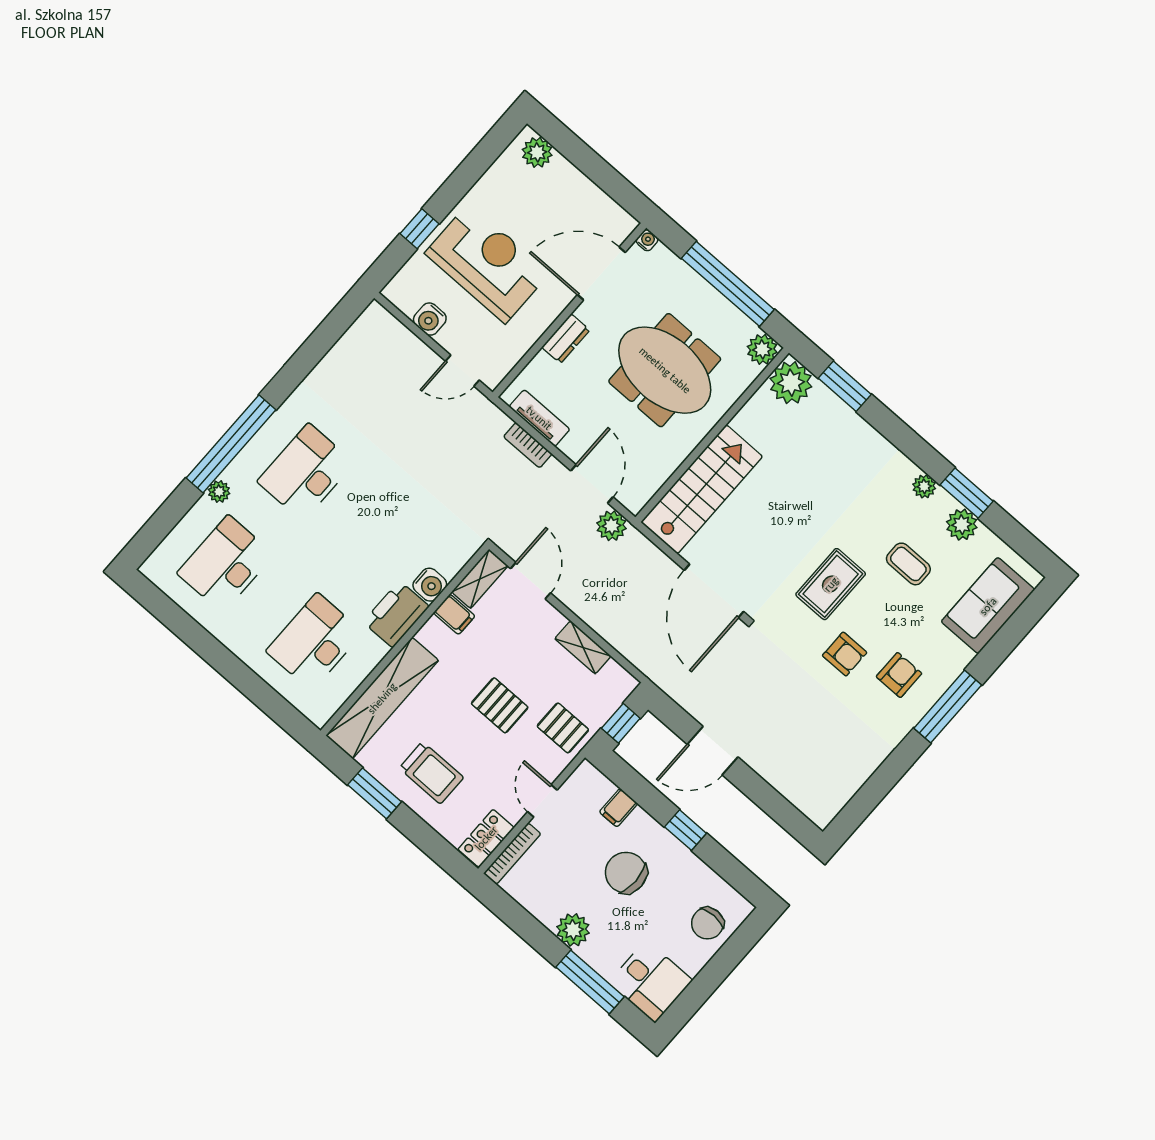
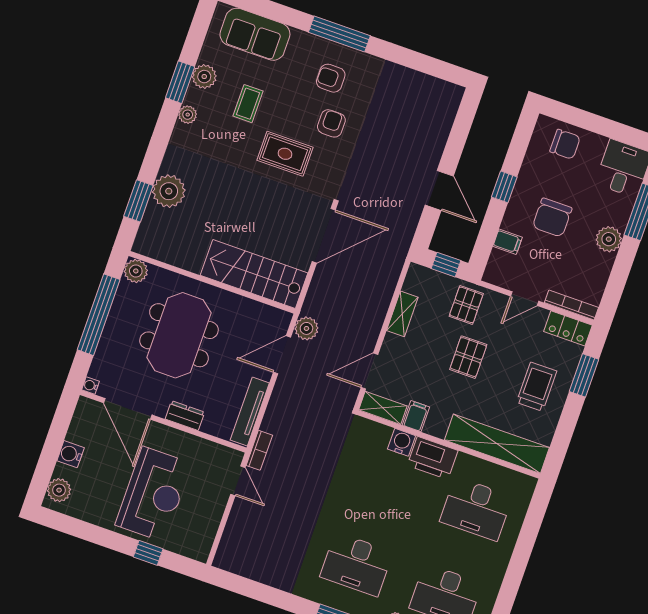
reception desk: (487, 263) -> (153, 494), turned 180
water cooler: (430, 319) -> (71, 454), moved, turned 180
plant: (791, 383) -> (169, 191), moved
tv unit: (539, 418) -> (250, 412), width x1.41
bookcase: (528, 445) -> (259, 450), moved
window: (375, 793) -> (584, 375), moved

